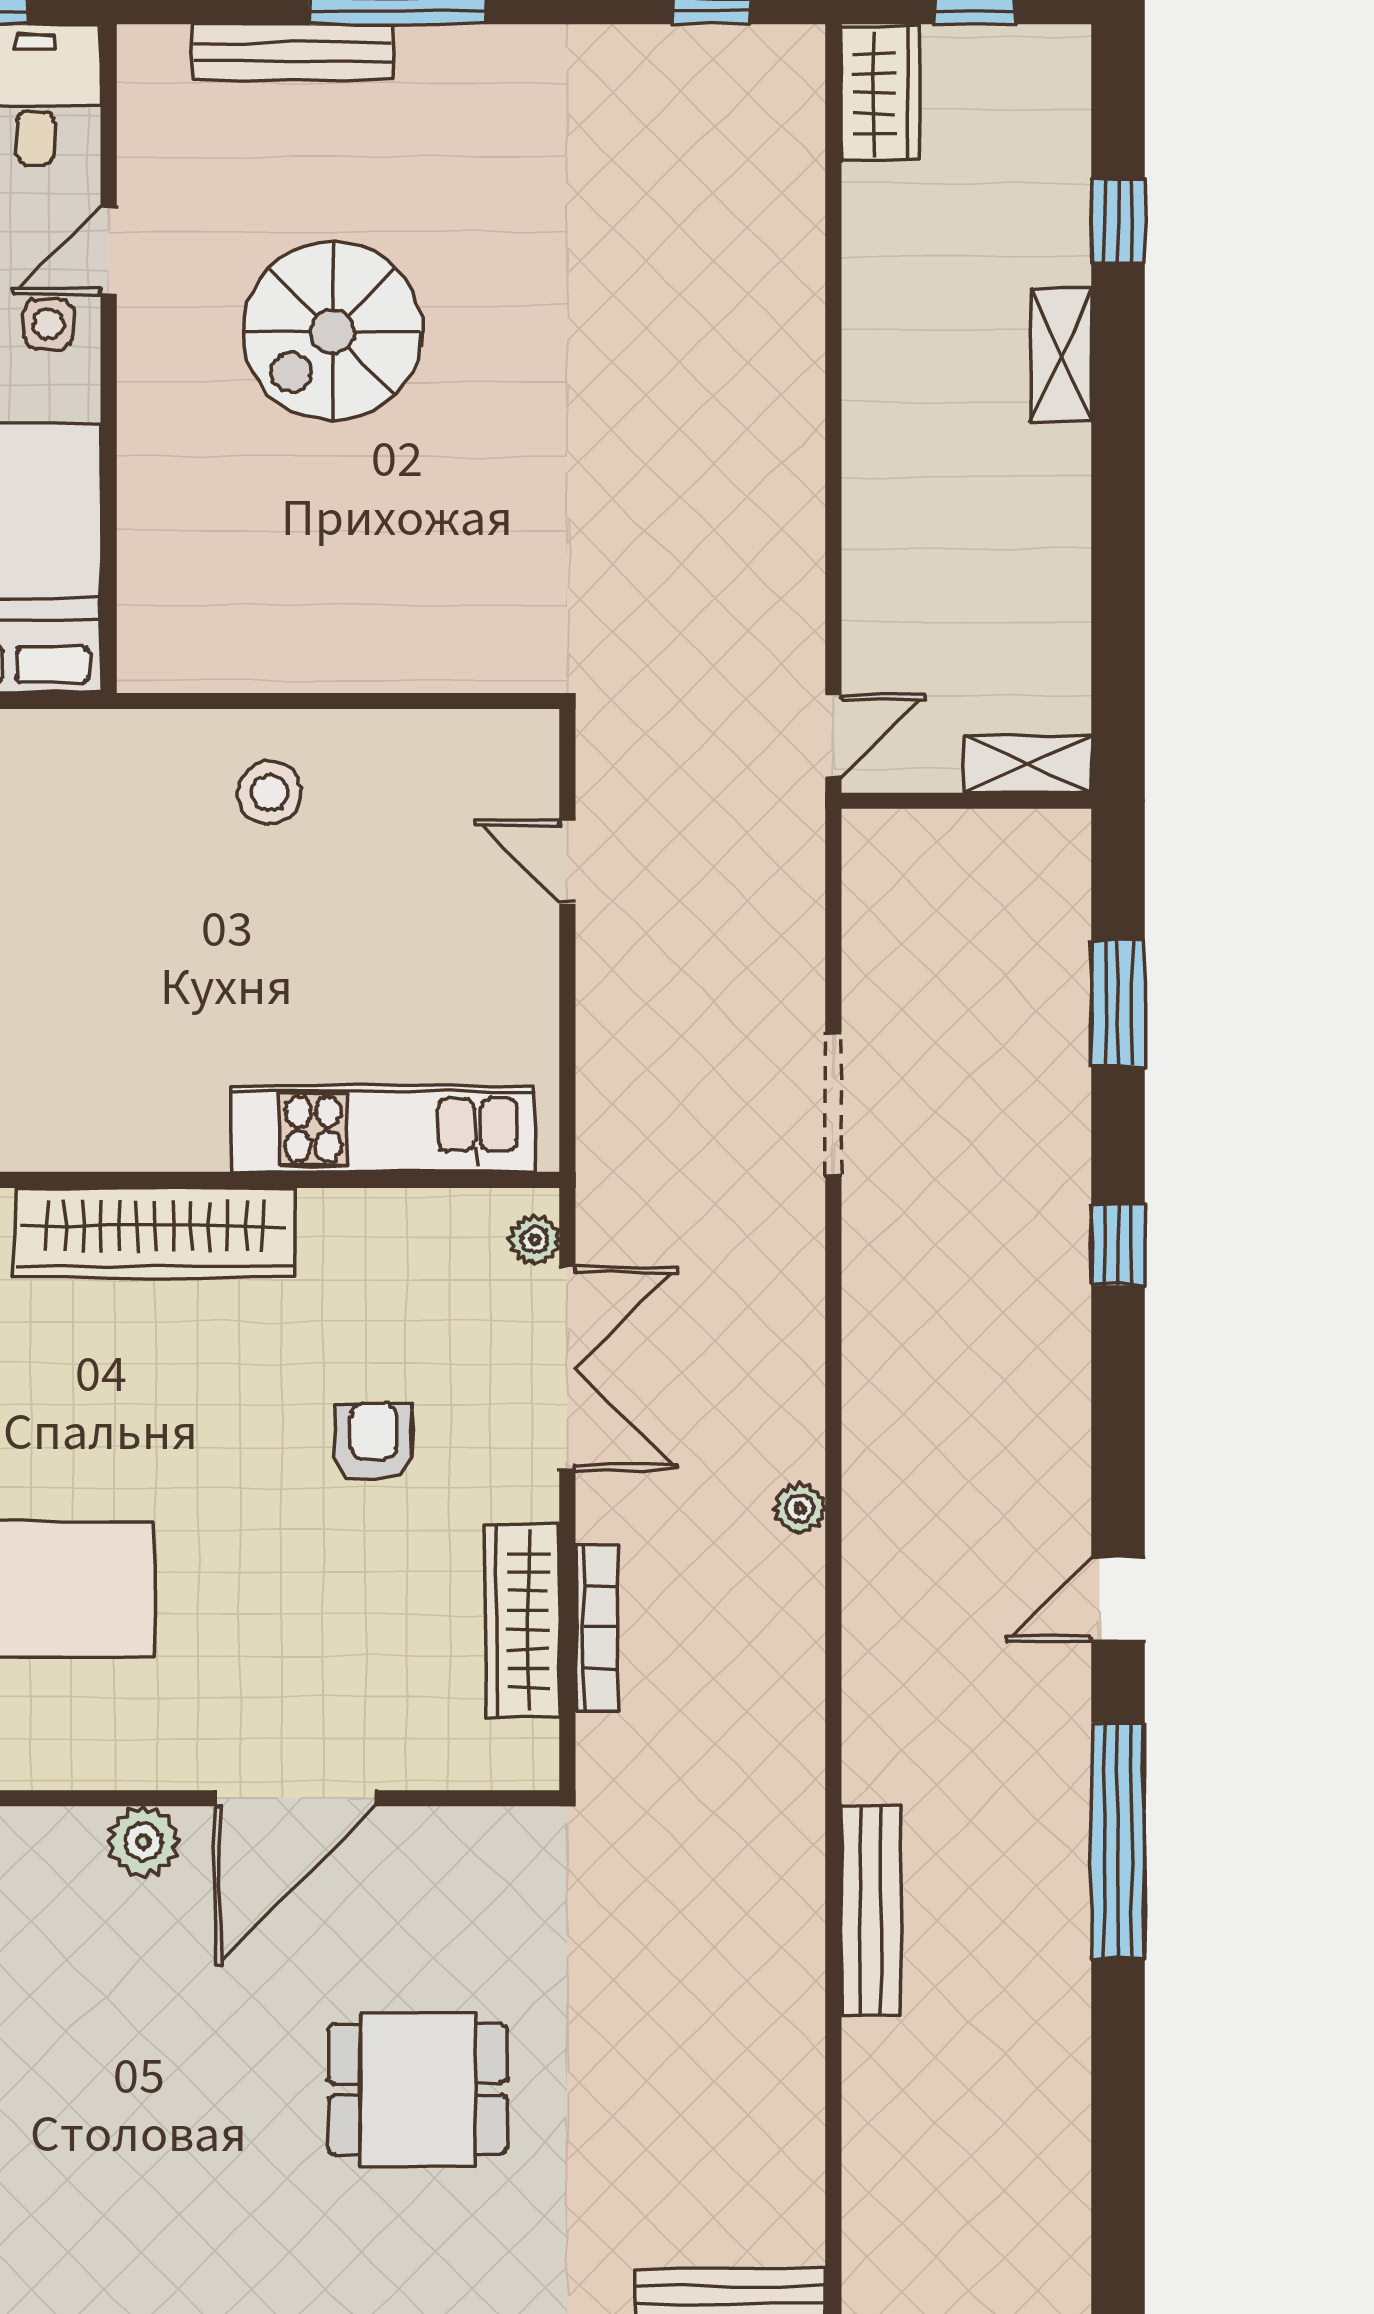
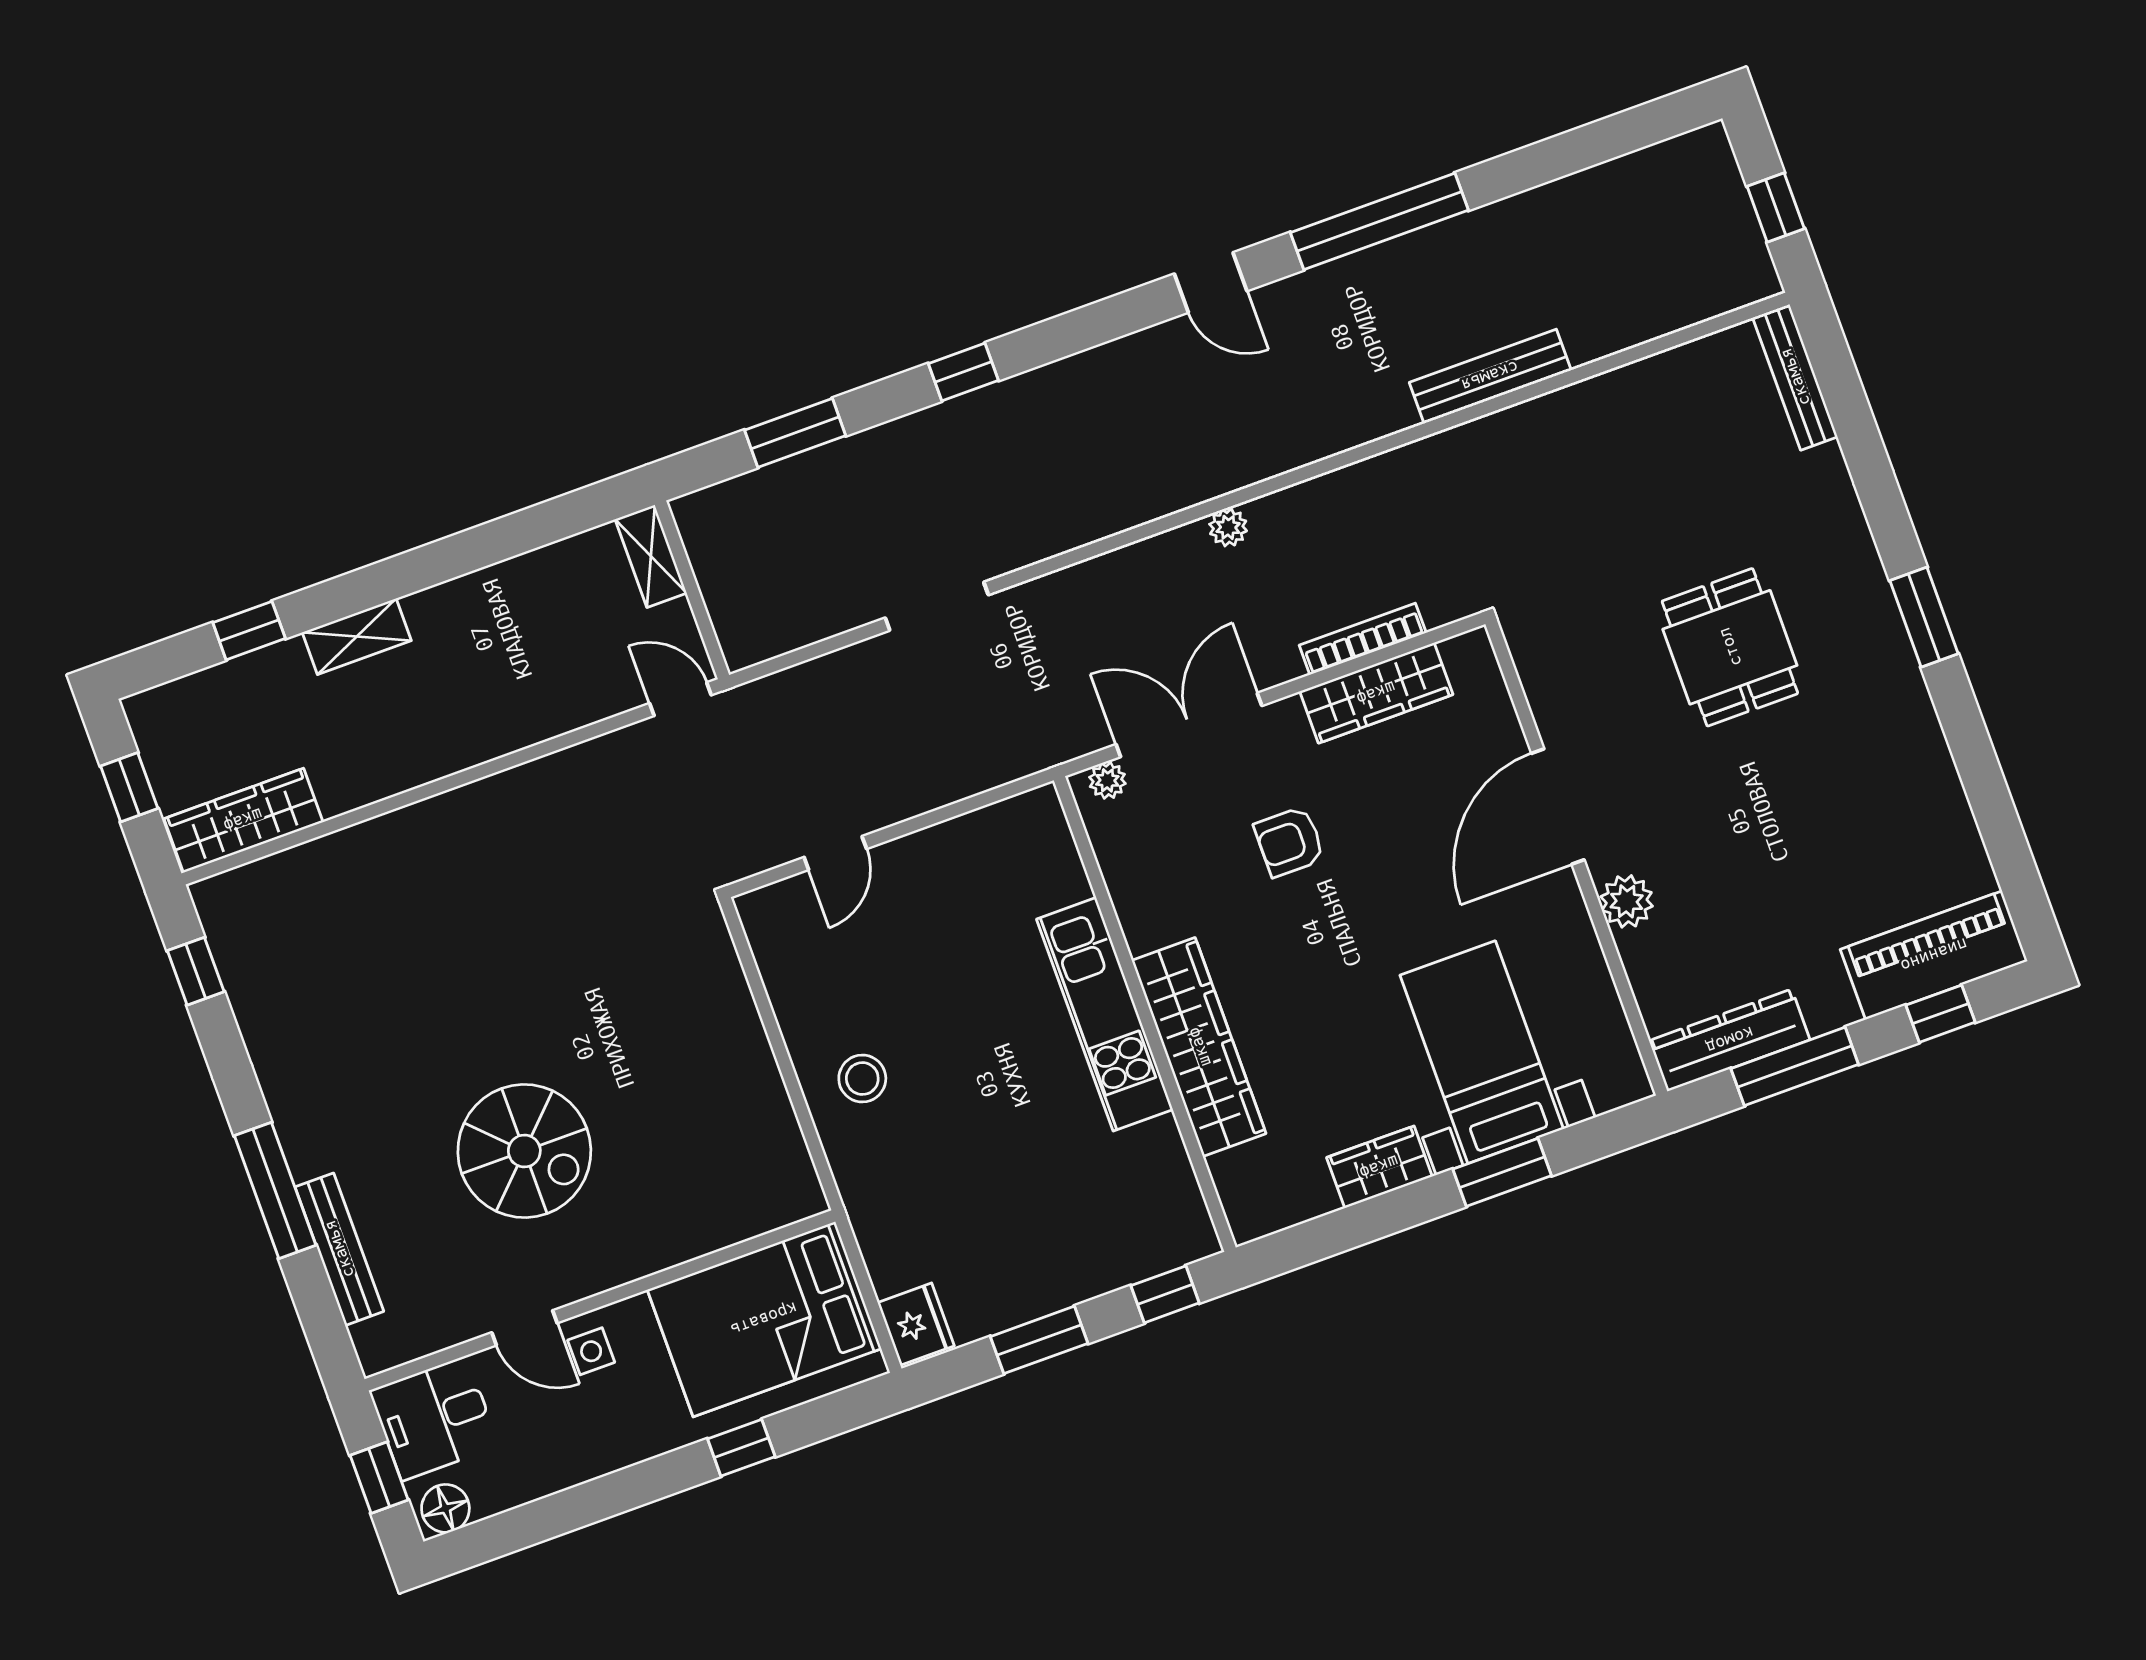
wardrobe: (880, 94) -> (243, 820), width x1.50
kitchen unit: (383, 1129) -> (1105, 1014), moved
door: (295, 1798) -> (1558, 807), swing flipped

